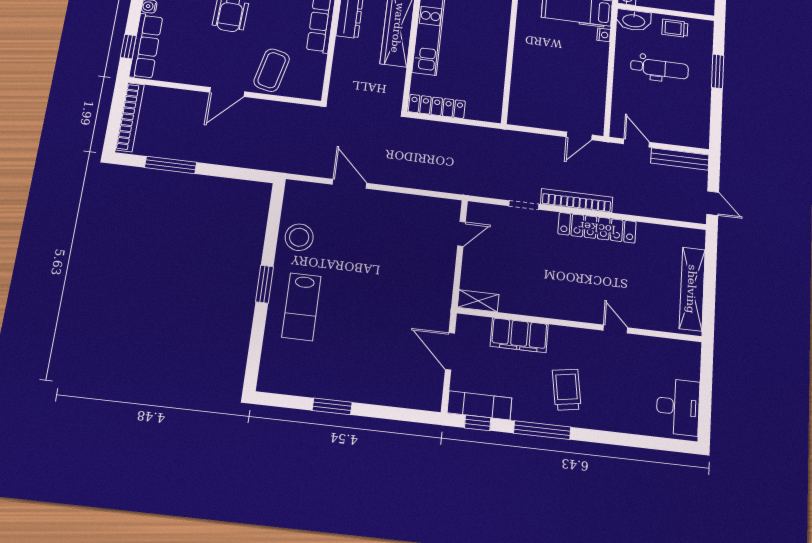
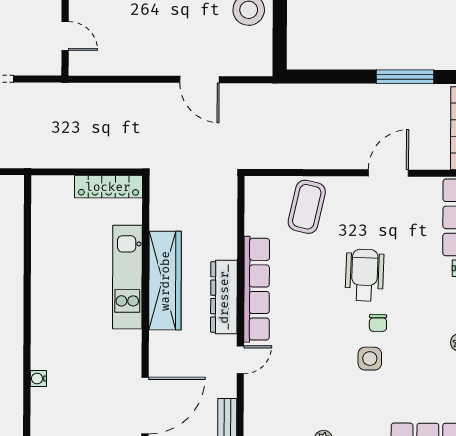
door: (227, 92) -> (388, 173), moved
door: (461, 234) -> (65, 36), swing flipped

